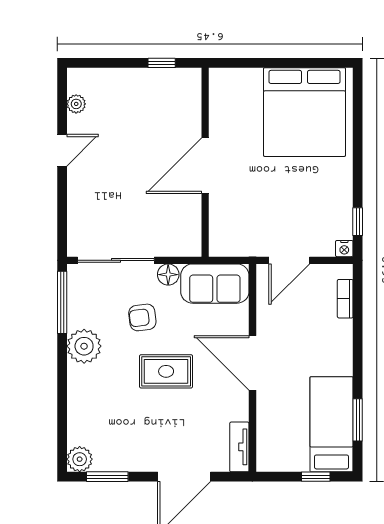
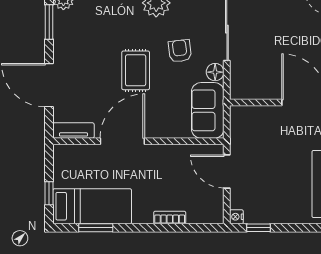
bookcase: (345, 299) -> (170, 217), moved
door: (252, 363) -> (122, 141), moved

